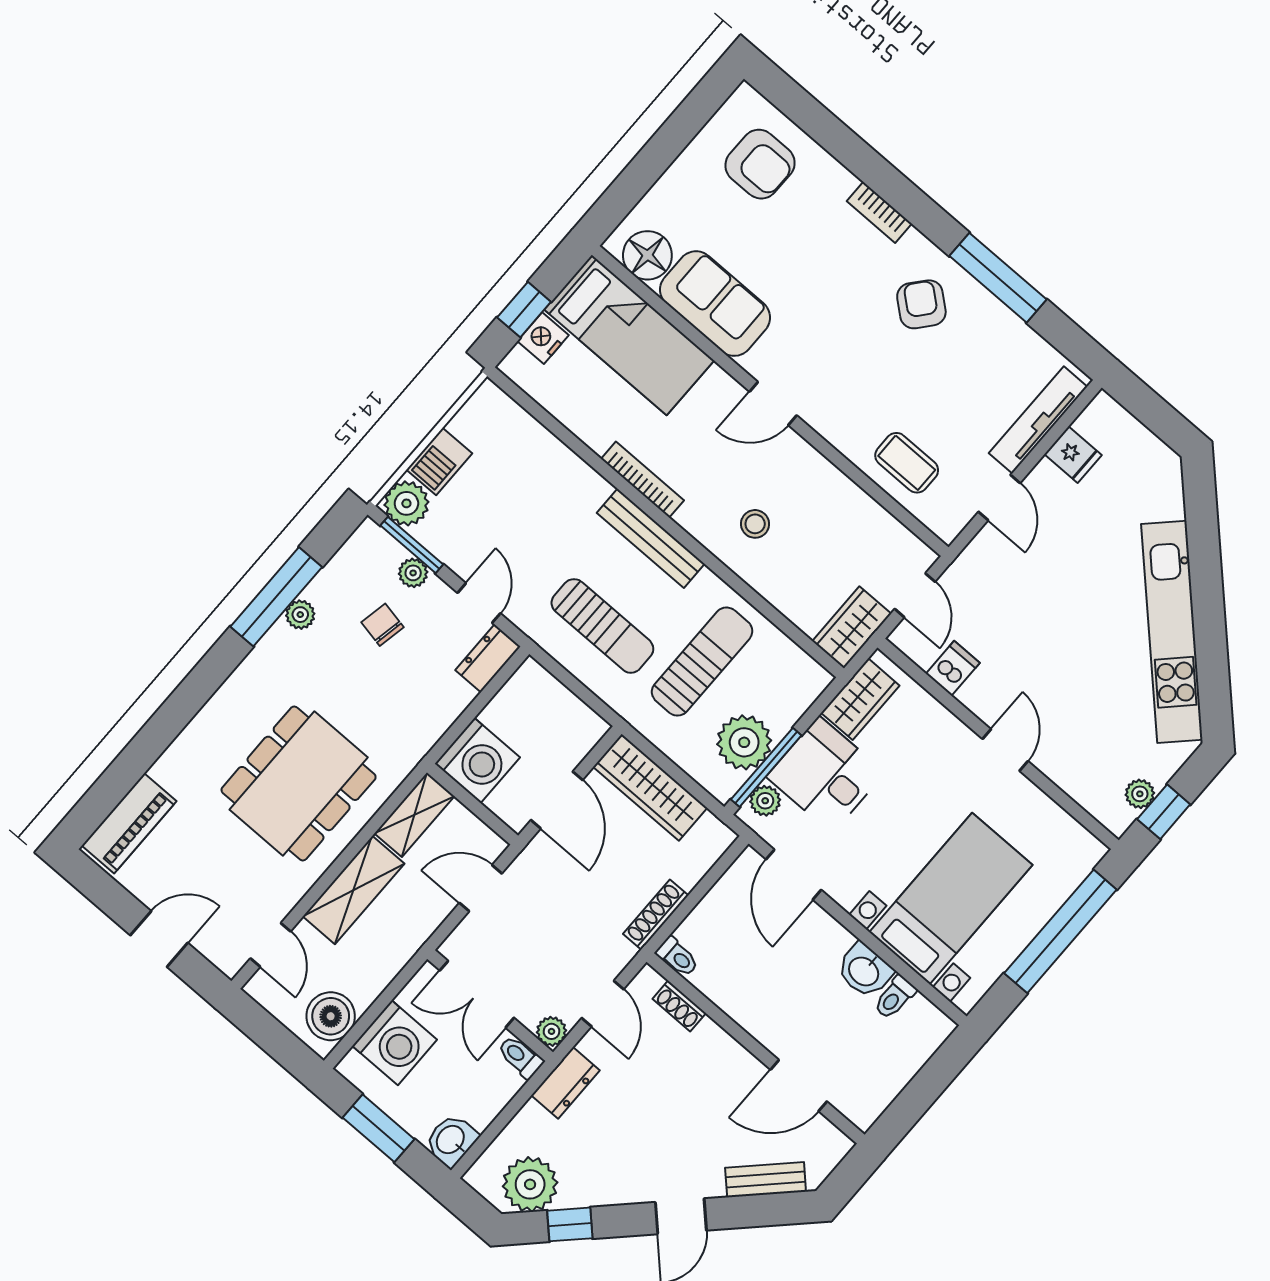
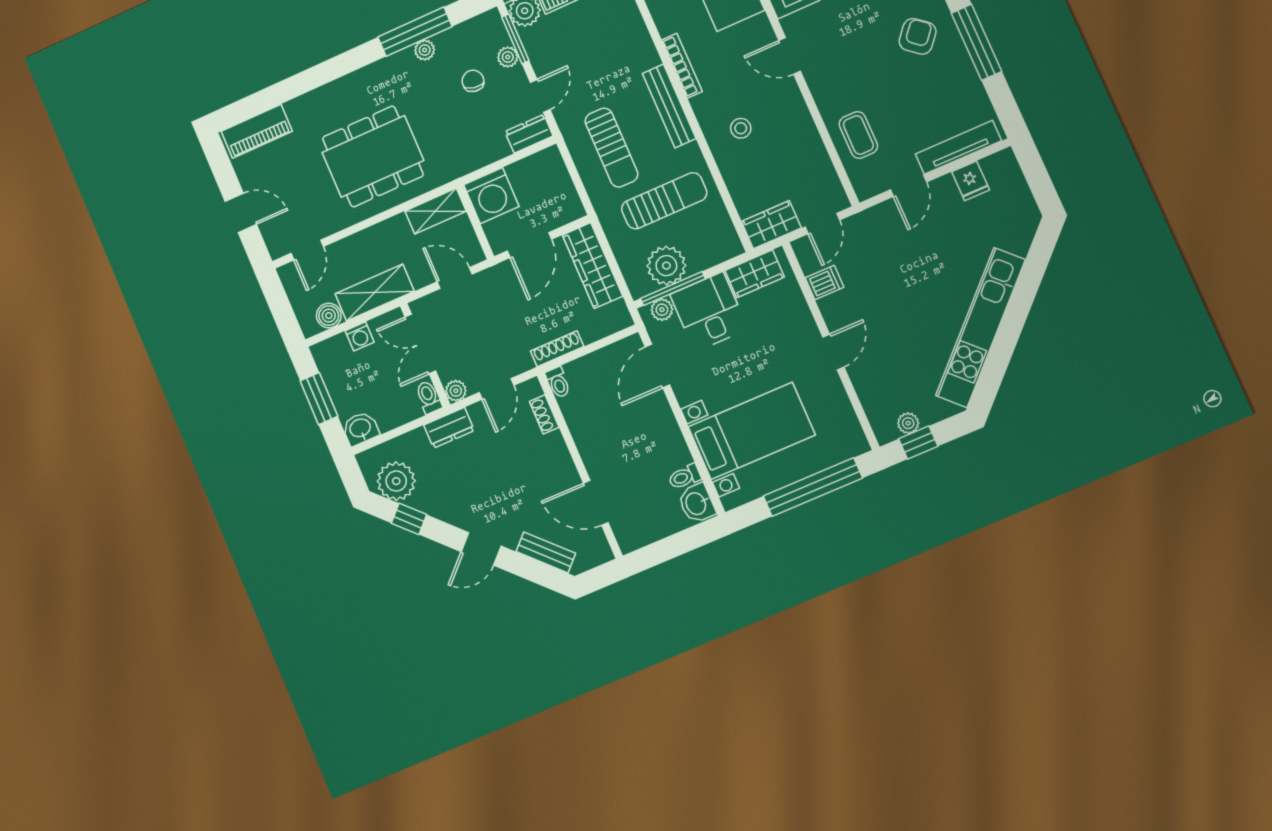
shelving: (354, 890) -> (375, 293), moved
washbasin: (864, 971) -> (697, 503), moved
boiler: (331, 1016) -> (329, 316), width x0.73, depth x0.73
washing machine: (395, 1043) -> (360, 336), width x0.53, depth x0.53

